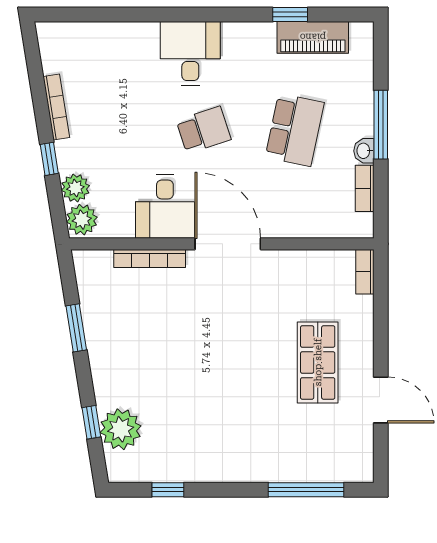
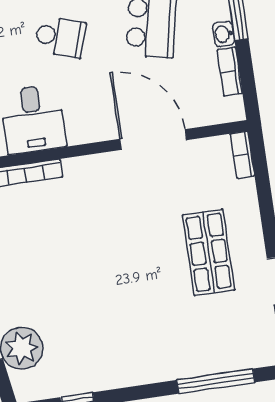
school desk: (204, 130) -> (60, 37), turned 36
door: (228, 244) -> (153, 139), moved

